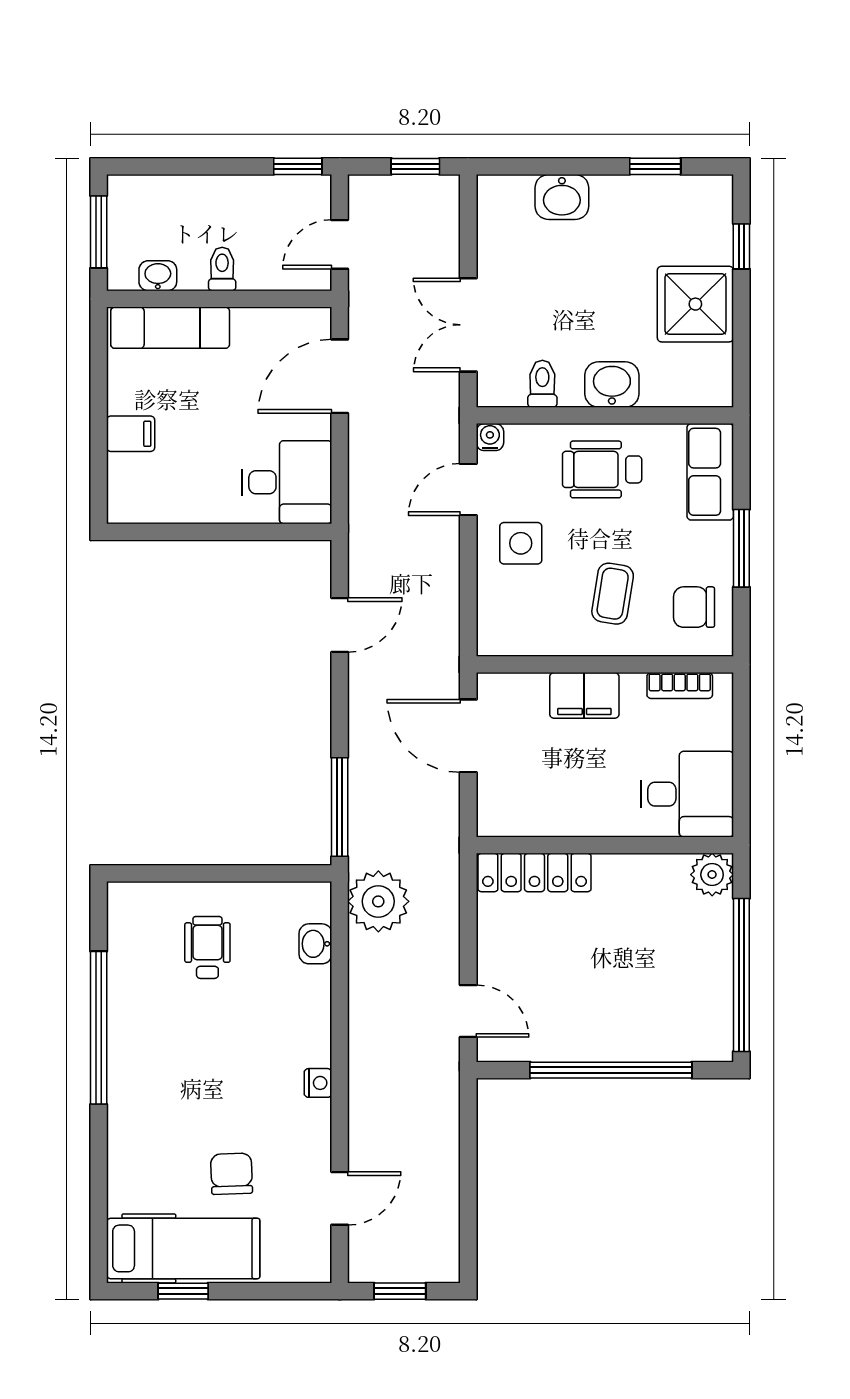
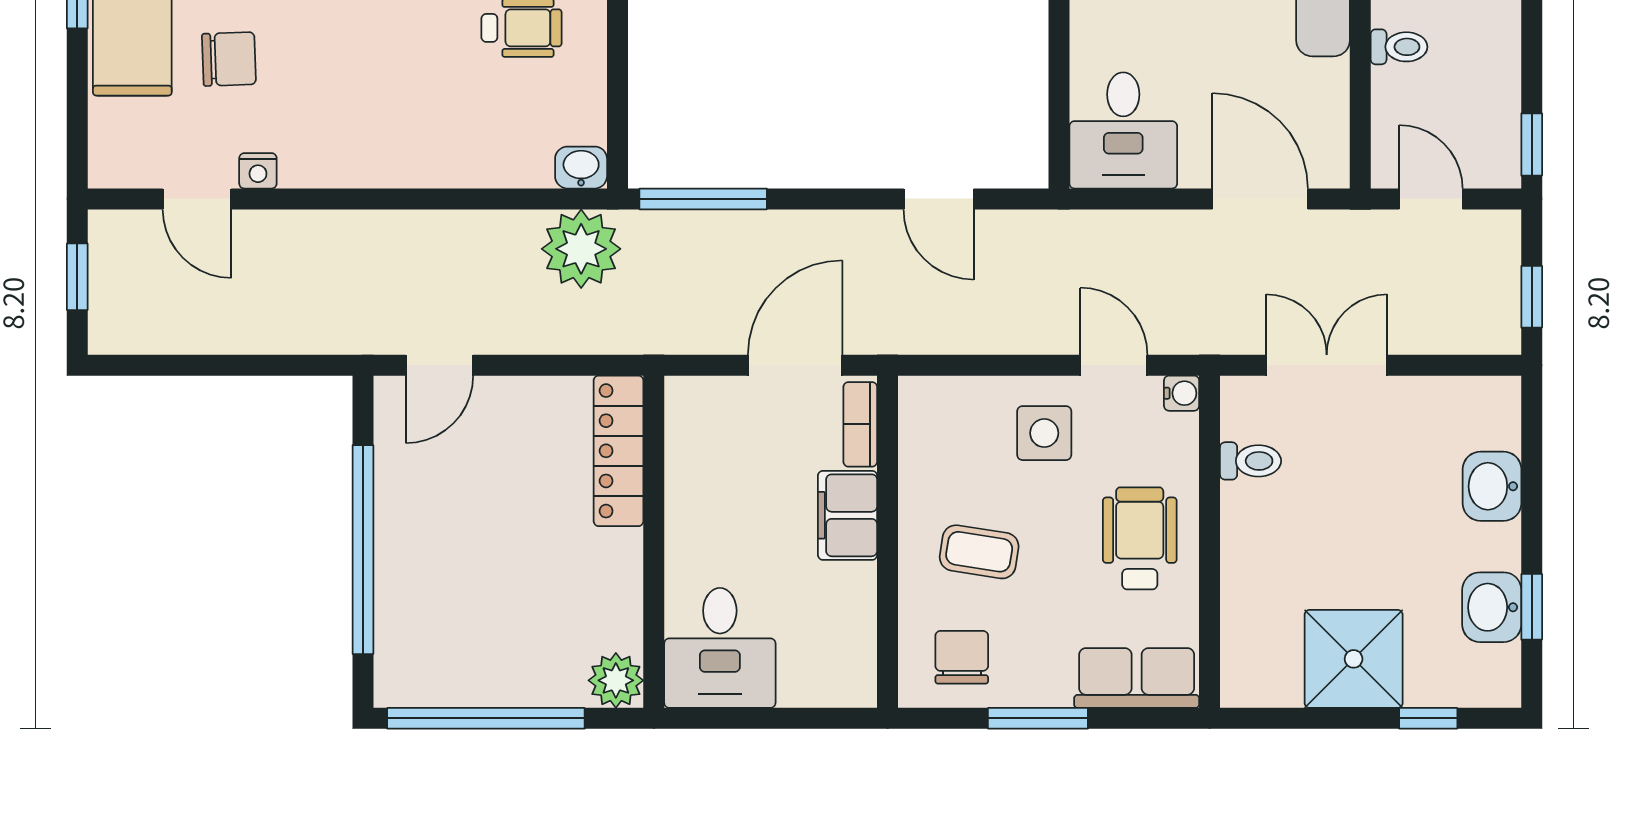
washbasin: (612, 385) -> (1492, 607), moved, turned 180
bookcase: (680, 686) -> (860, 424), moved
washbasin: (315, 944) -> (581, 168), moved
nightstand: (318, 1083) -> (258, 171), moved

